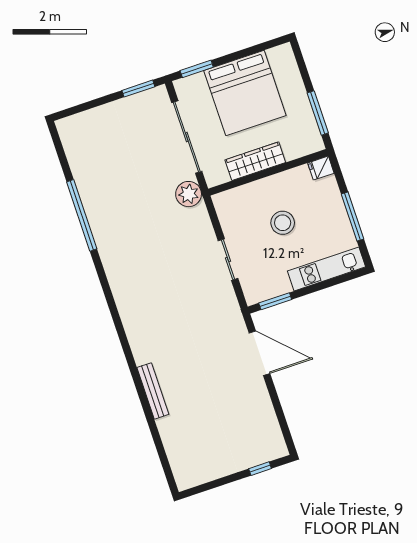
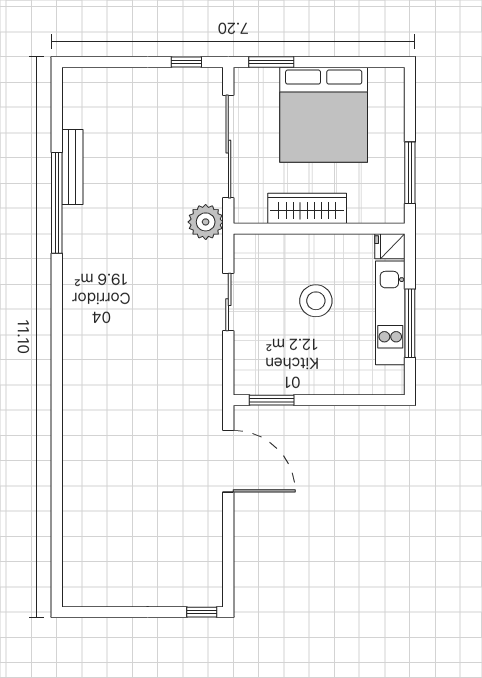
window: (138, 89) -> (186, 62), width x0.67
sliding door: (228, 260) -> (228, 302), moved
kitchen unit: (327, 269) -> (390, 313), moved, turned -90
bench: (153, 391) -> (72, 167), moved
window: (260, 469) -> (202, 612), moved

